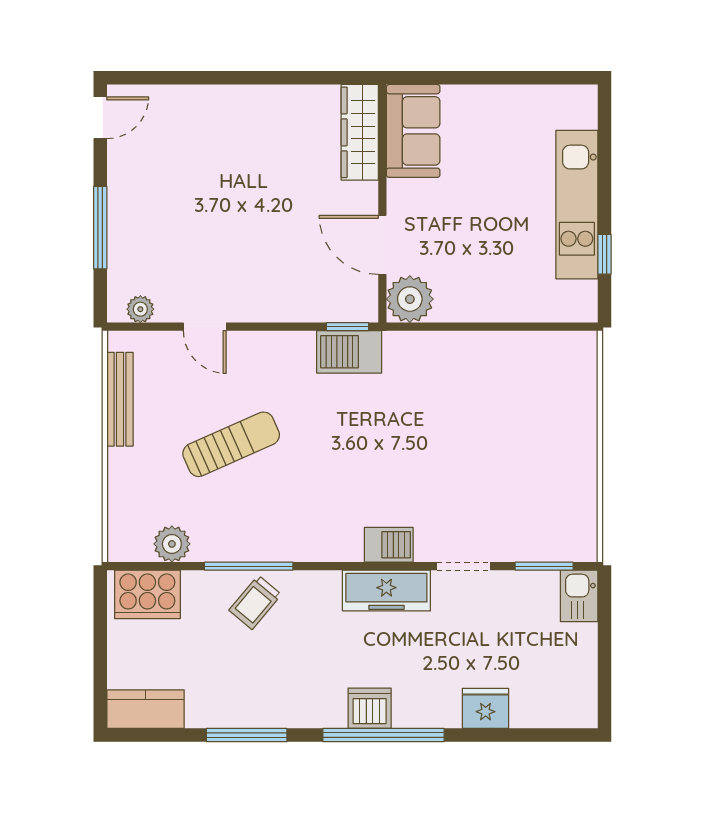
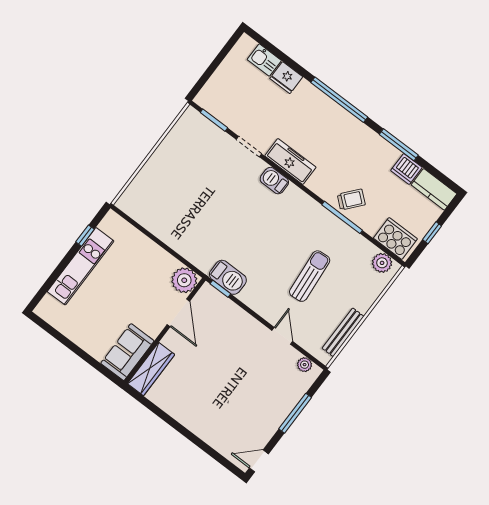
sun lounger: (231, 444) -> (310, 276), turned 109
plant: (172, 544) -> (382, 263), moved
kitchen sink: (579, 596) -> (264, 60), moved, turned 90
window: (100, 643) -> (432, 233), added
dishwasher: (370, 708) -> (406, 169), moved

